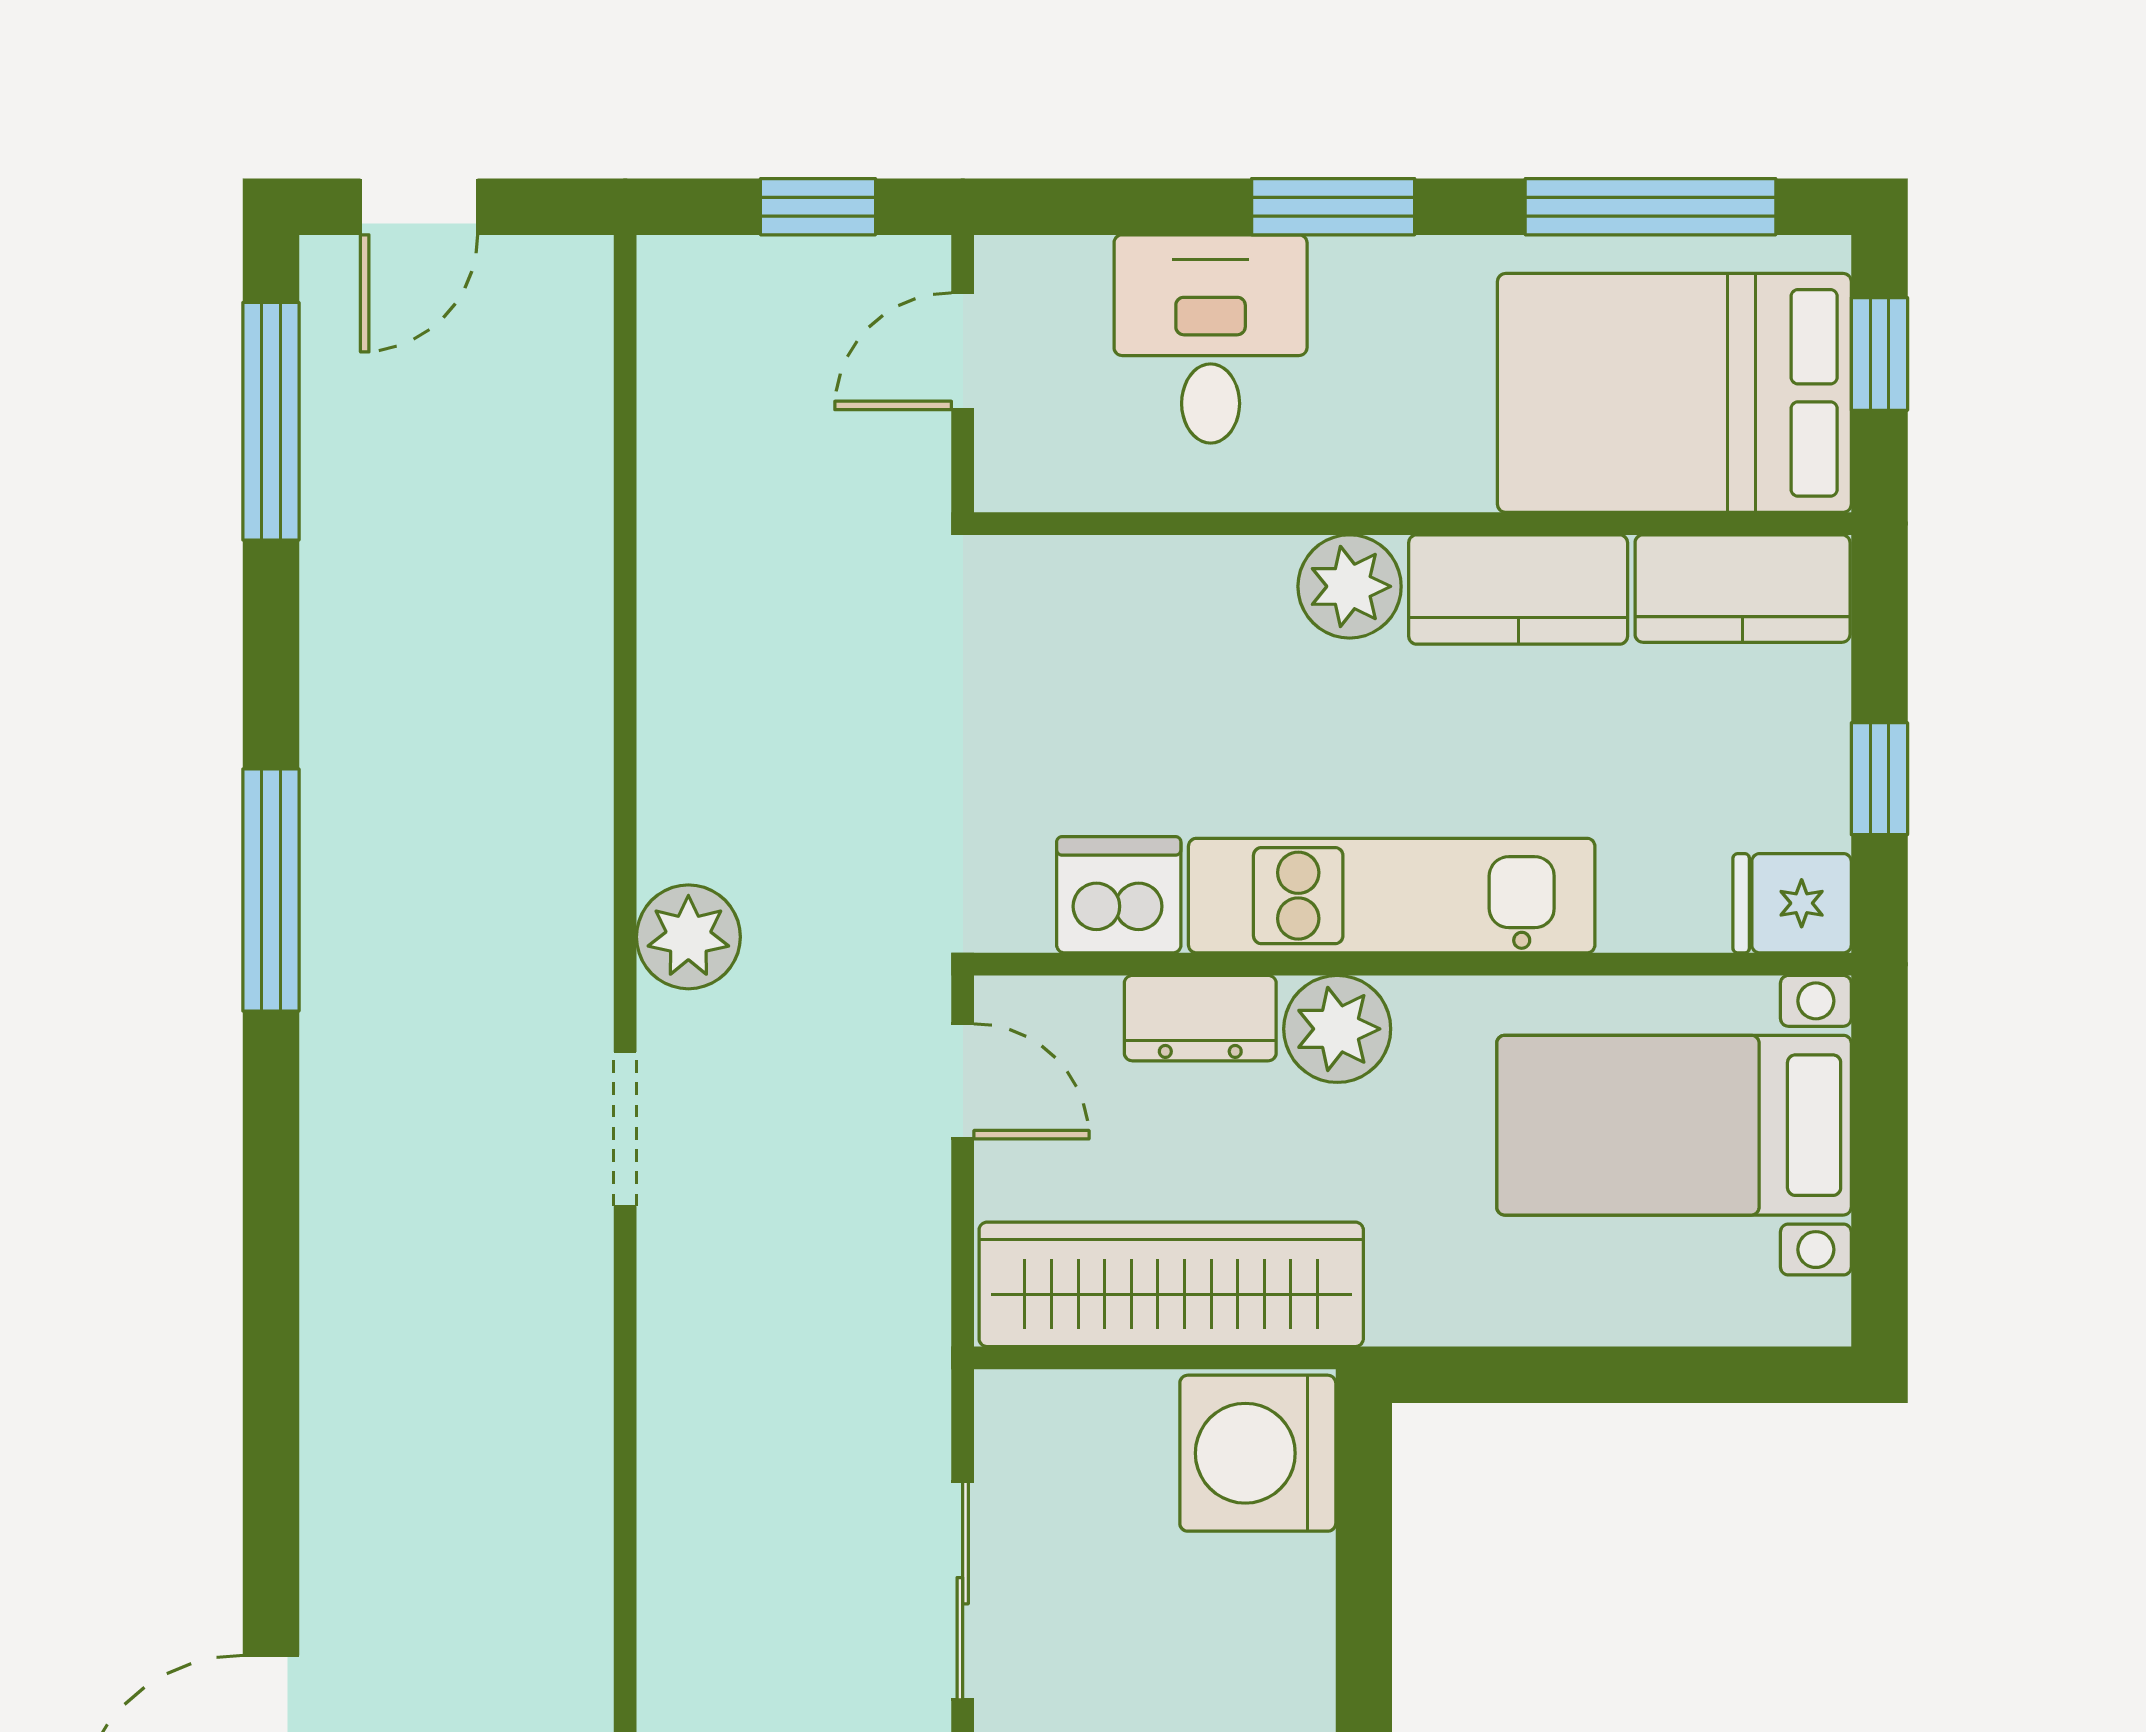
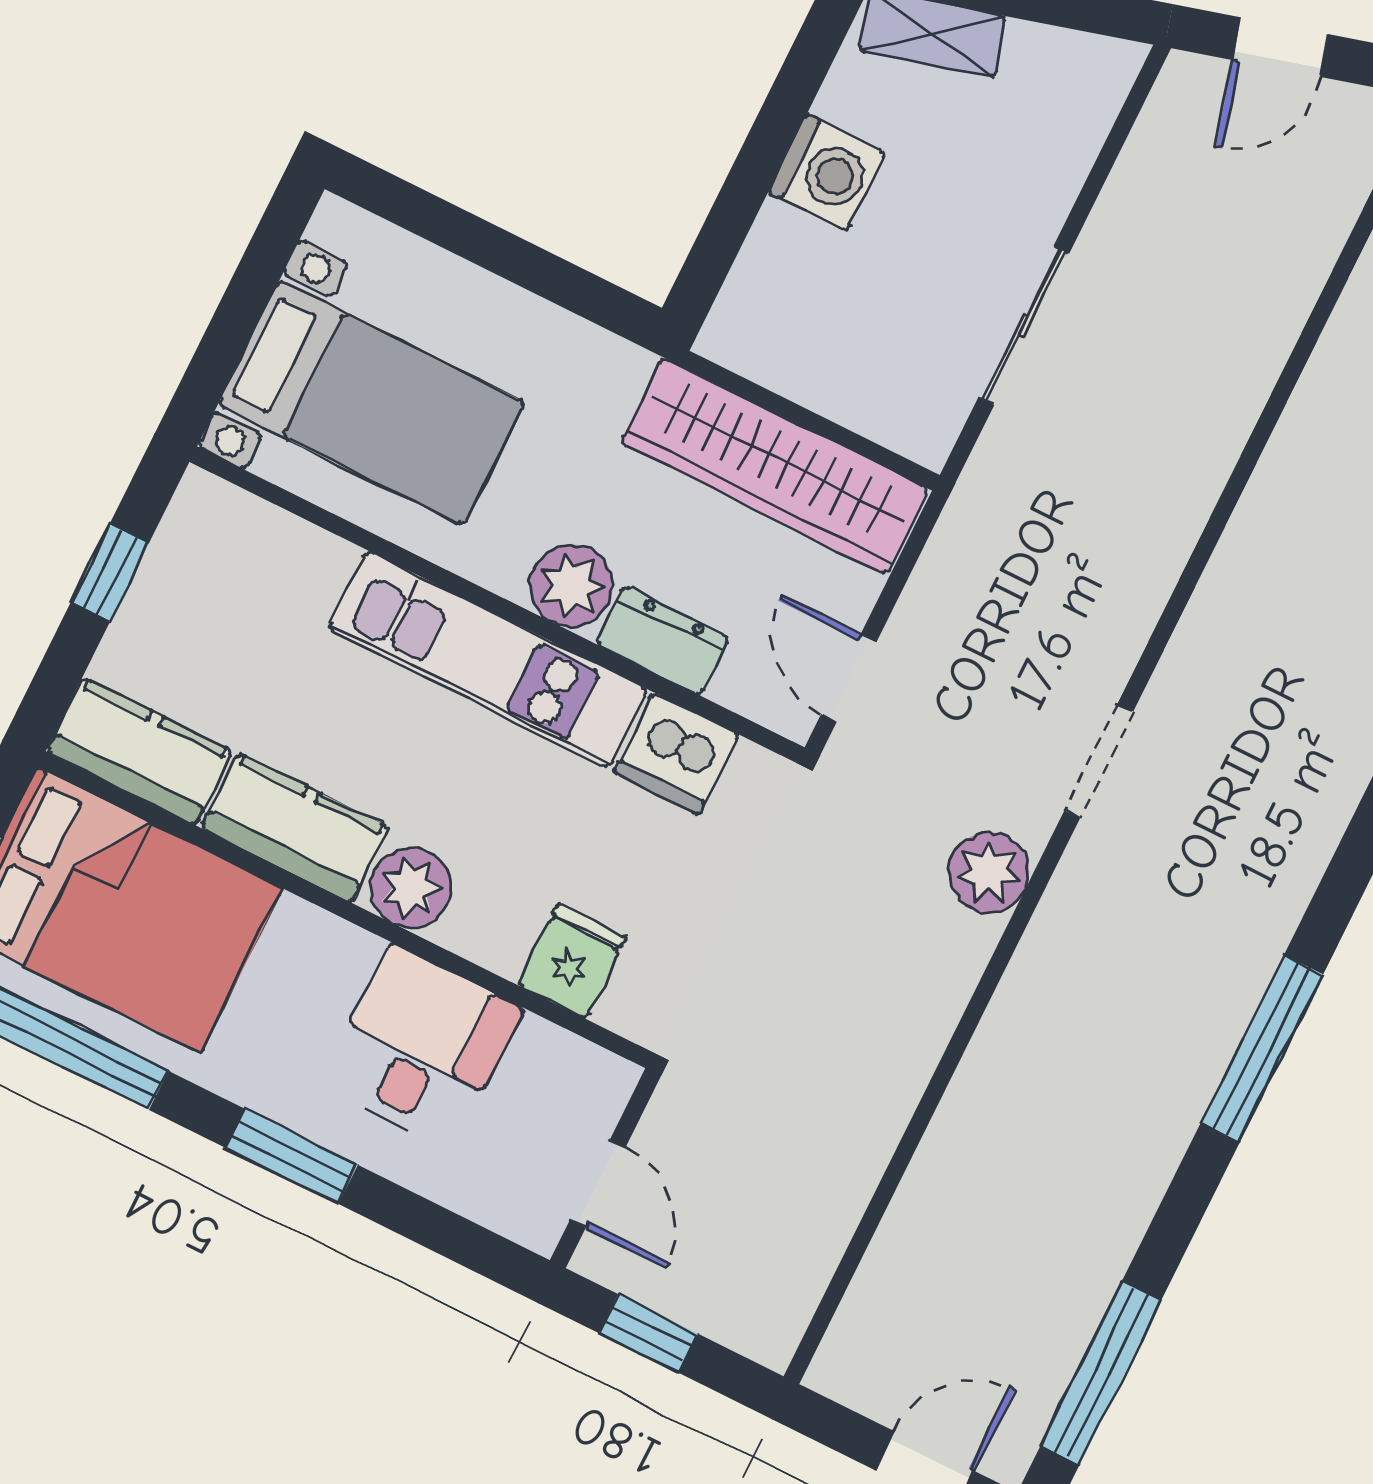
desk: (1211, 339) -> (422, 1047), moved, turned 180
door: (963, 351) -> (598, 1184), hinge flipped
fridge: (1792, 903) -> (572, 961), moved, turned -90
washing machine: (1258, 1453) -> (827, 172), moved, width x0.73, depth x0.73

